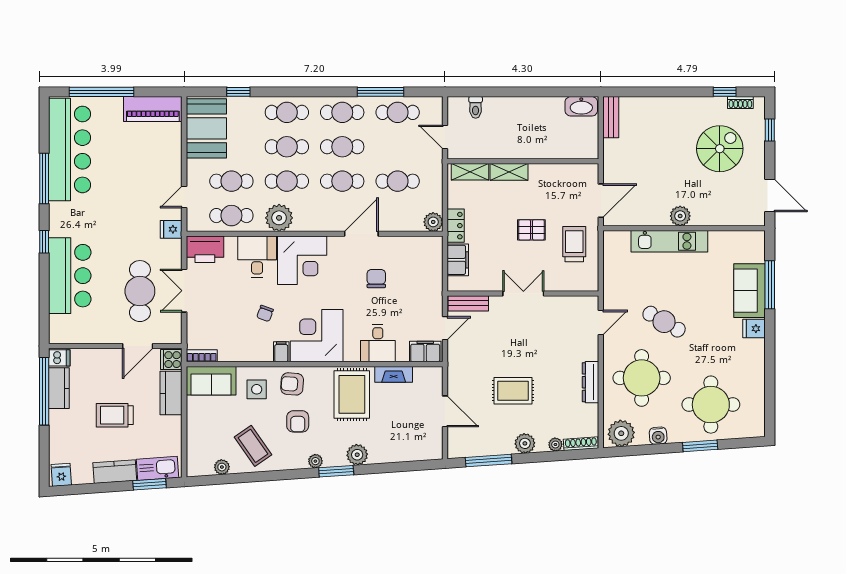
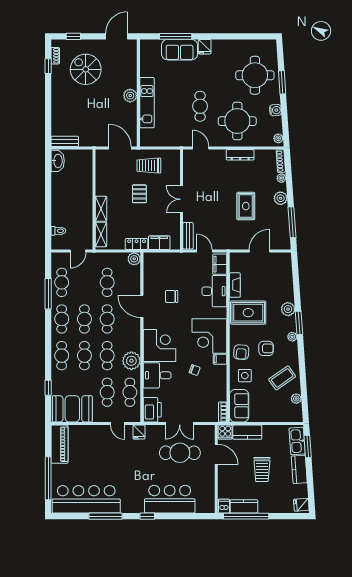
cafe table: (664, 322) -> (200, 106), turned -30
desk: (378, 343) -> (214, 291), width x1.37
plant: (621, 433) -> (278, 138), width x0.53, depth x0.53

